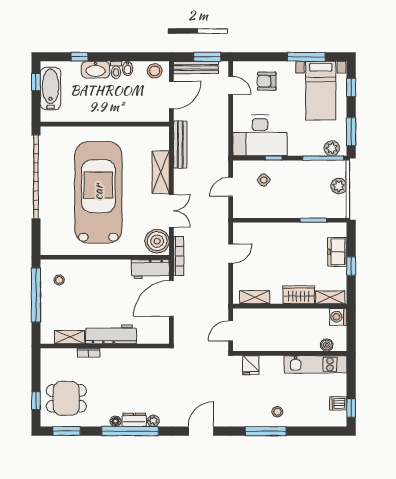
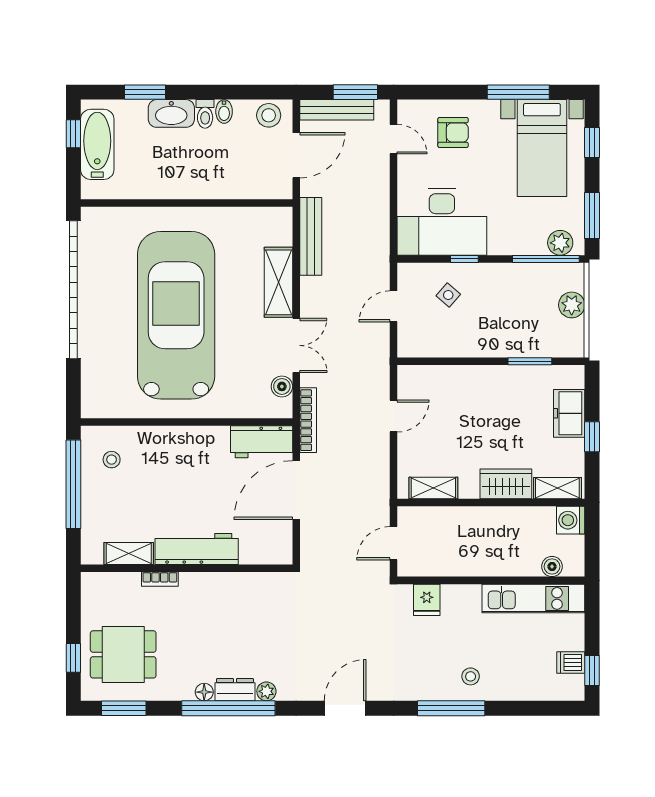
window: (80, 57) -> (145, 92), width x1.50
armchair: (267, 81) -> (453, 132), turned 180
boiler: (157, 241) -> (282, 386), width x0.54, depth x0.54

